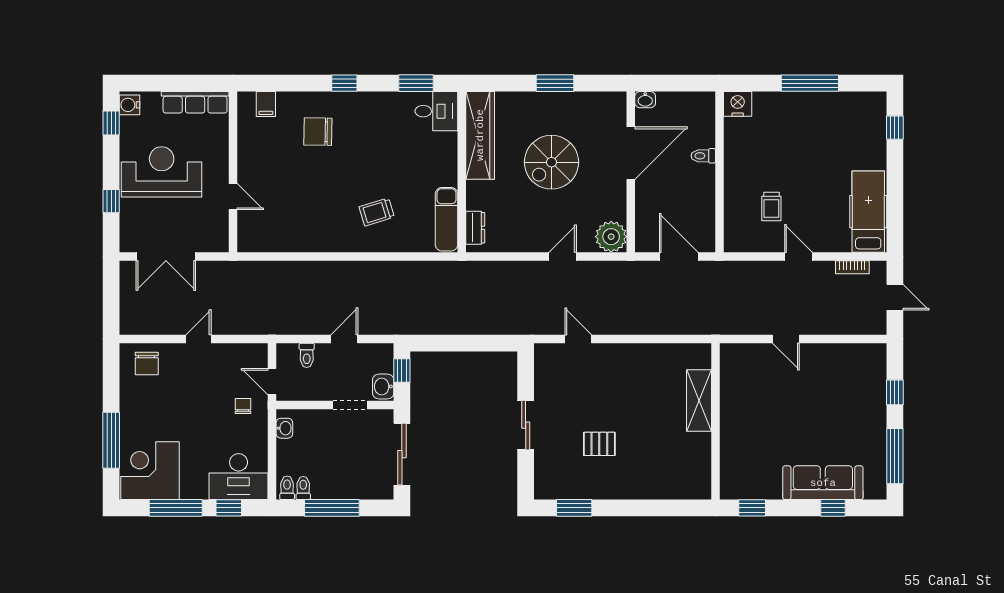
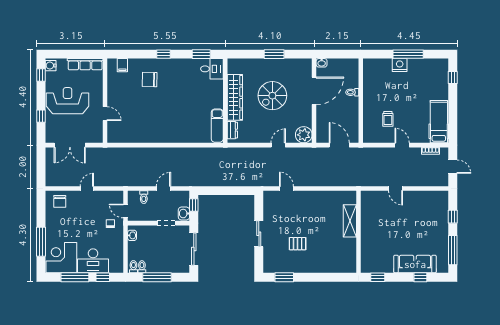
nightstand: (738, 104) -> (400, 65), moved
wardrobe: (480, 135) -> (235, 97), moved
trolley: (377, 212) -> (180, 122), removed
desk: (239, 477) -> (93, 261), moved

